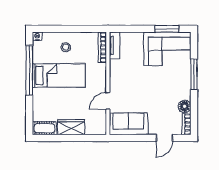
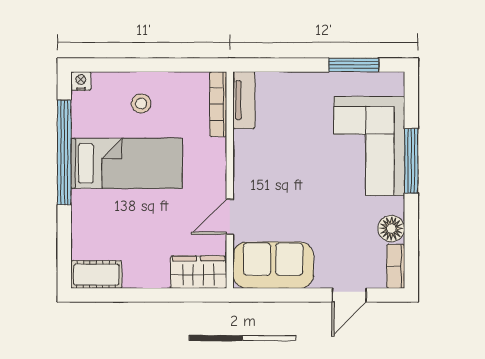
corner sofa: (167, 49) -> (369, 146), moved, turned 90
wardrobe: (71, 127) -> (199, 272), moved

